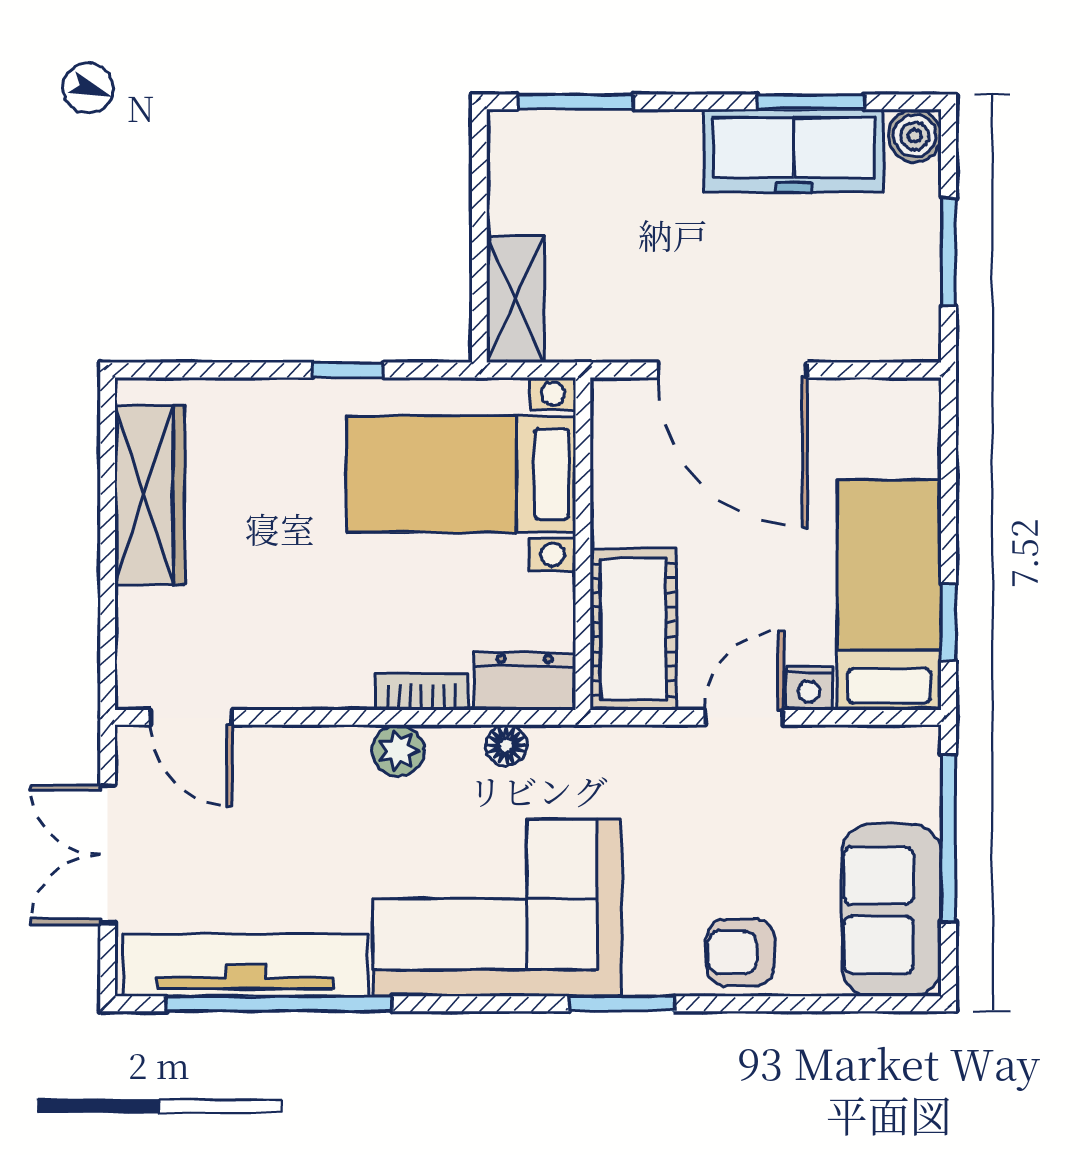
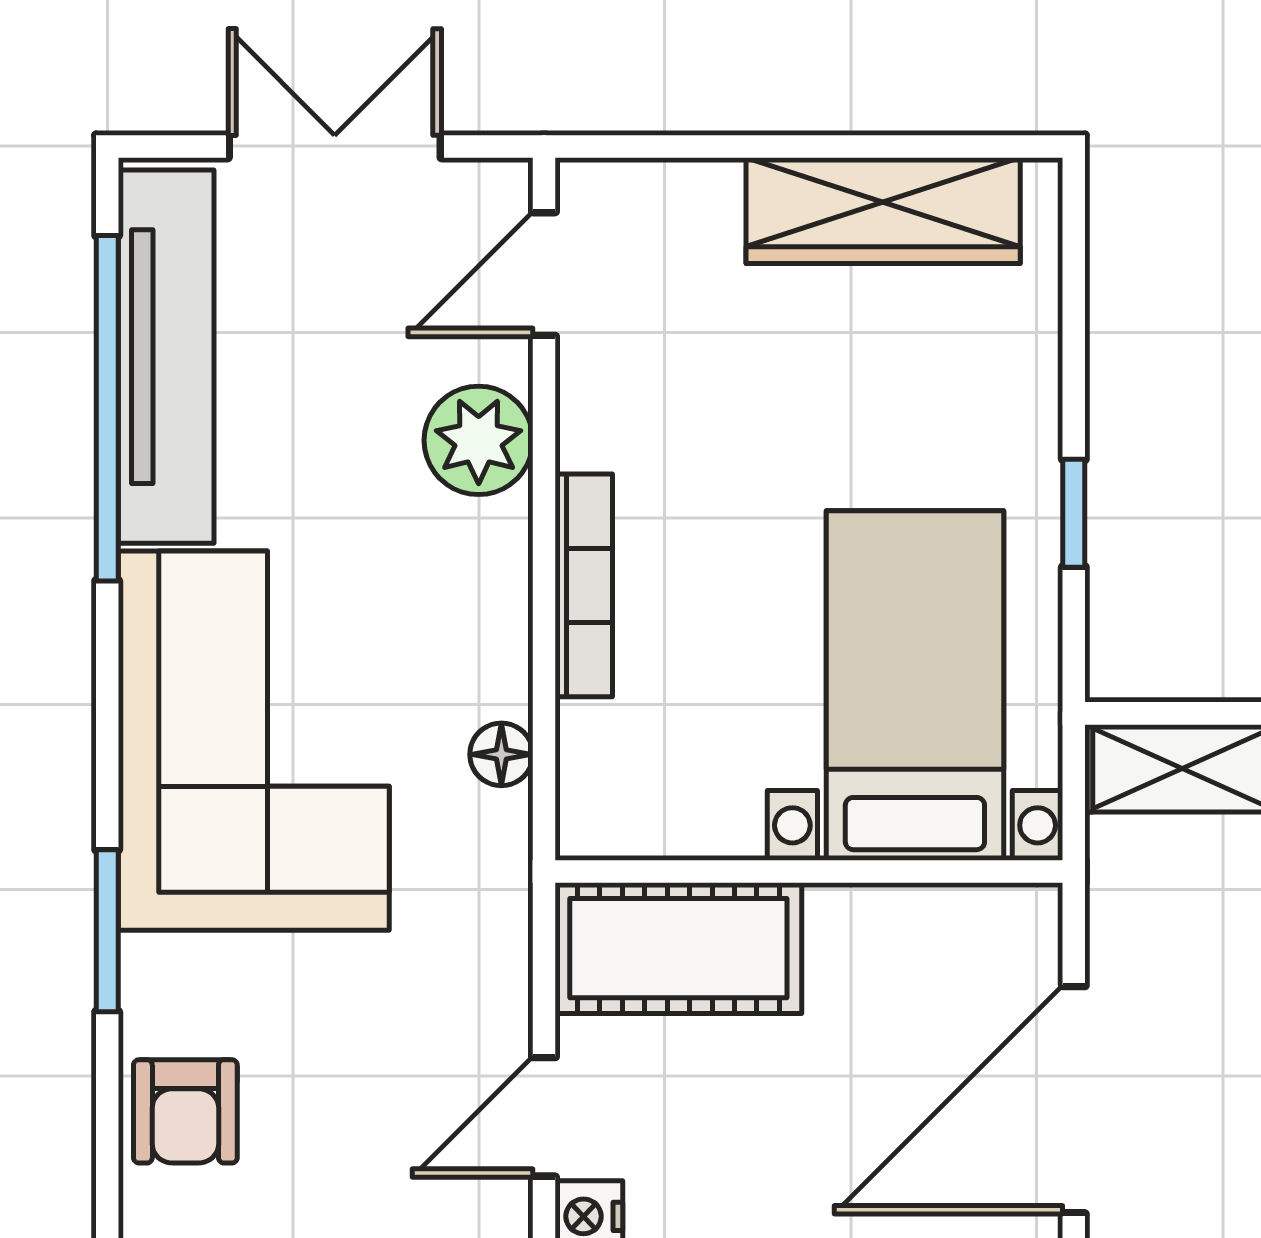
dresser: (525, 681) -> (599, 782), removed
bookcase: (422, 691) -> (584, 585), width x1.56
door: (744, 717) -> (544, 1117), swing flipped
plant: (398, 751) -> (479, 440), moved, width x1.38, depth x1.38
armchair: (740, 952) -> (185, 1111), turned 180

